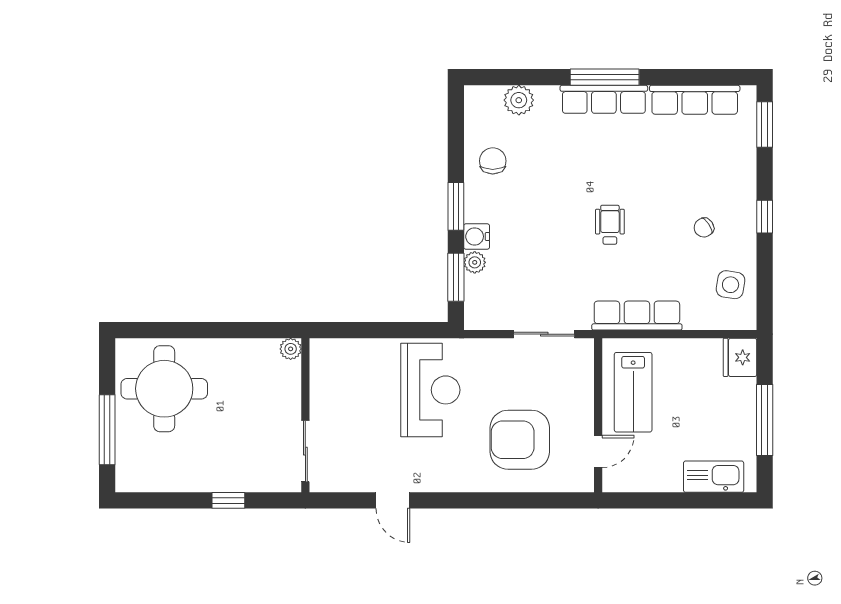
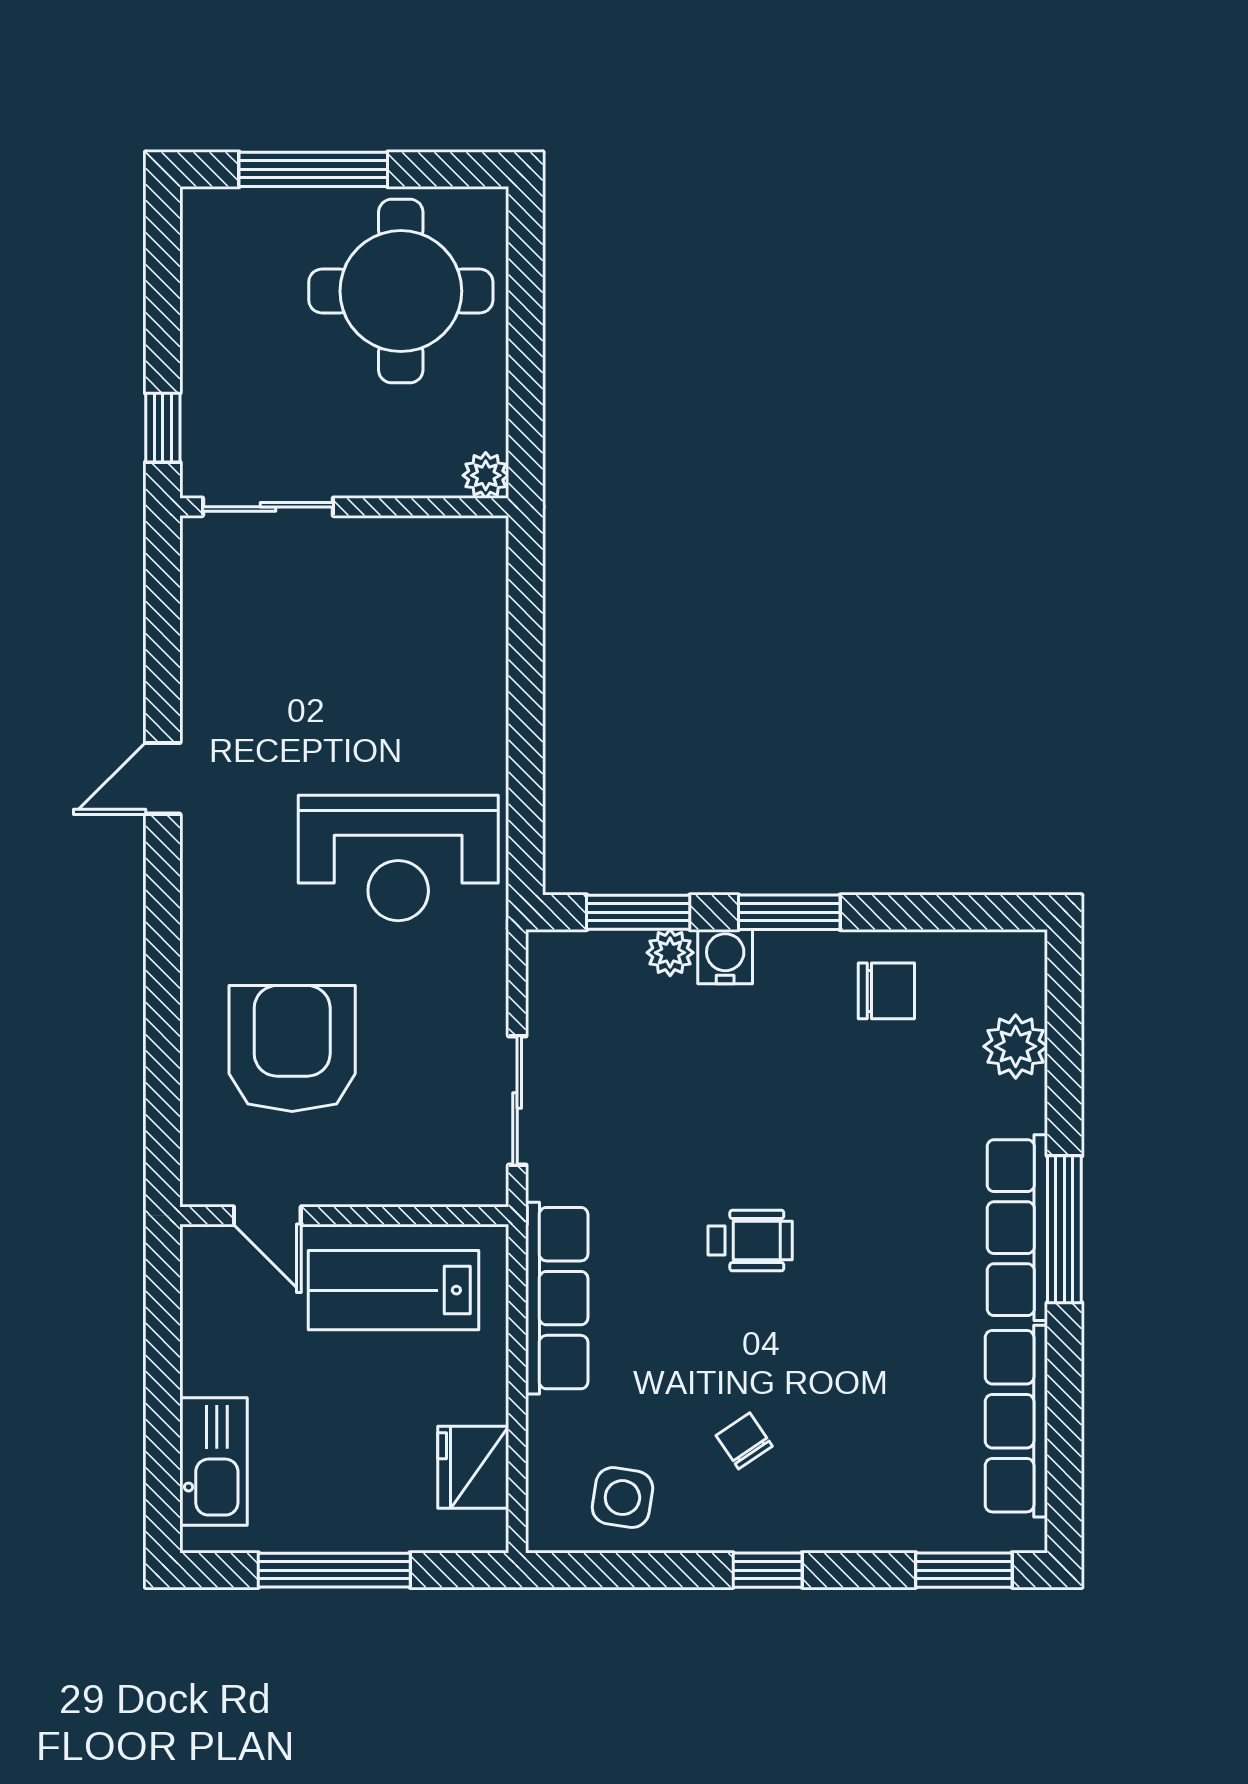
plant: (291, 349) -> (486, 475), moved
fridge: (740, 357) -> (473, 1467), moved, turned -90
wall: (305, 415) -> (344, 507), moved
sliding door: (305, 451) -> (268, 507), moved

